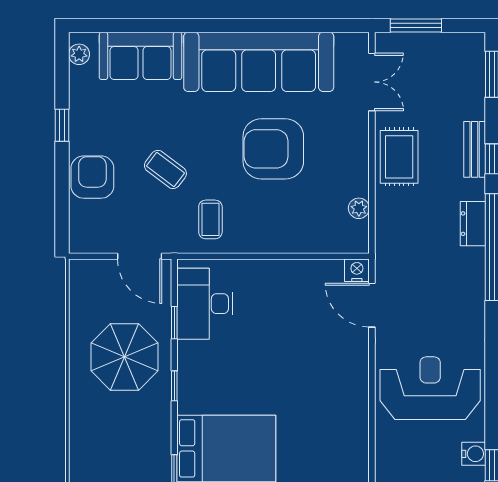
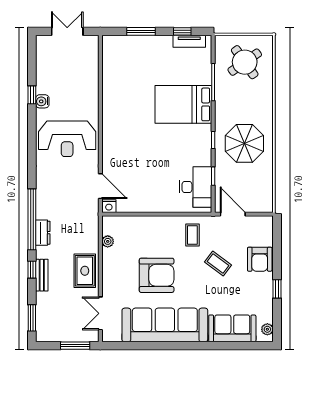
parasol: (125, 357) -> (244, 143), moved

